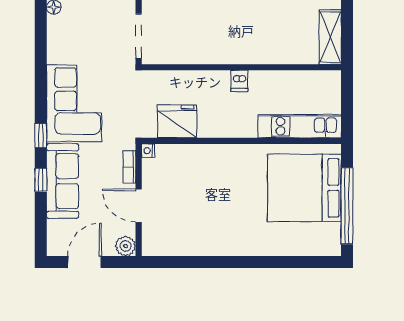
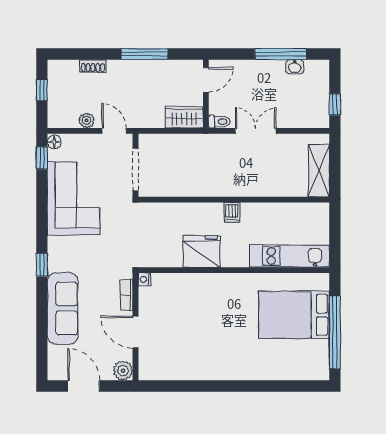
corner sofa: (74, 103) -> (74, 199), moved
fridge: (177, 121) -> (202, 251), moved
window: (41, 180) -> (42, 158), moved
bed: (304, 188) -> (294, 315), width x0.73
door: (84, 262) -> (84, 386), hinge flipped

